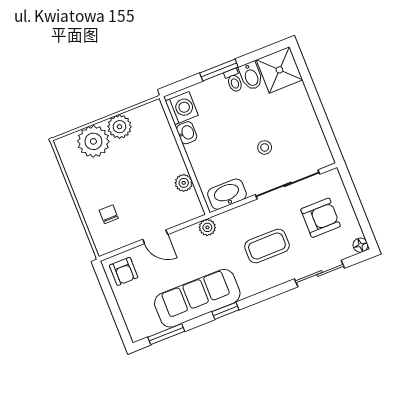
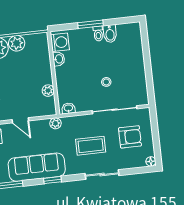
shower: (279, 70) -> (129, 35), removed
washbasin: (227, 194) -> (68, 108), width x0.52, depth x0.69
sliding door: (320, 274) -> (102, 175), moved

